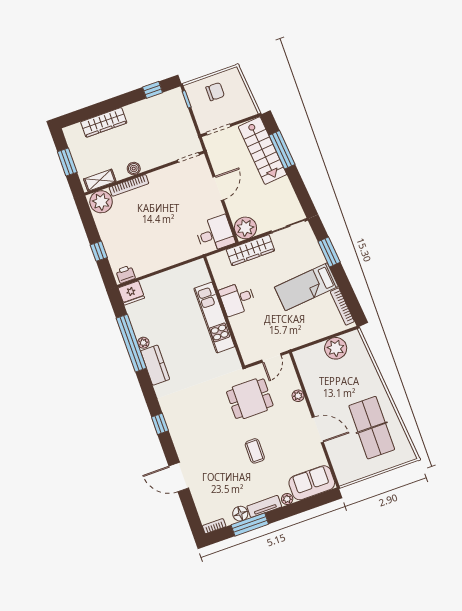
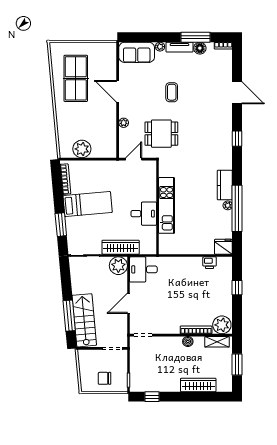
printer: (126, 274) -> (210, 263), moved

